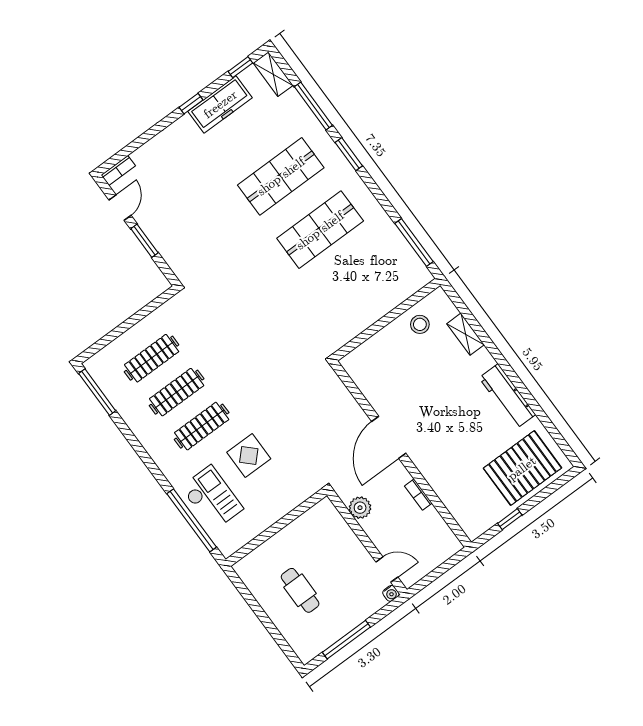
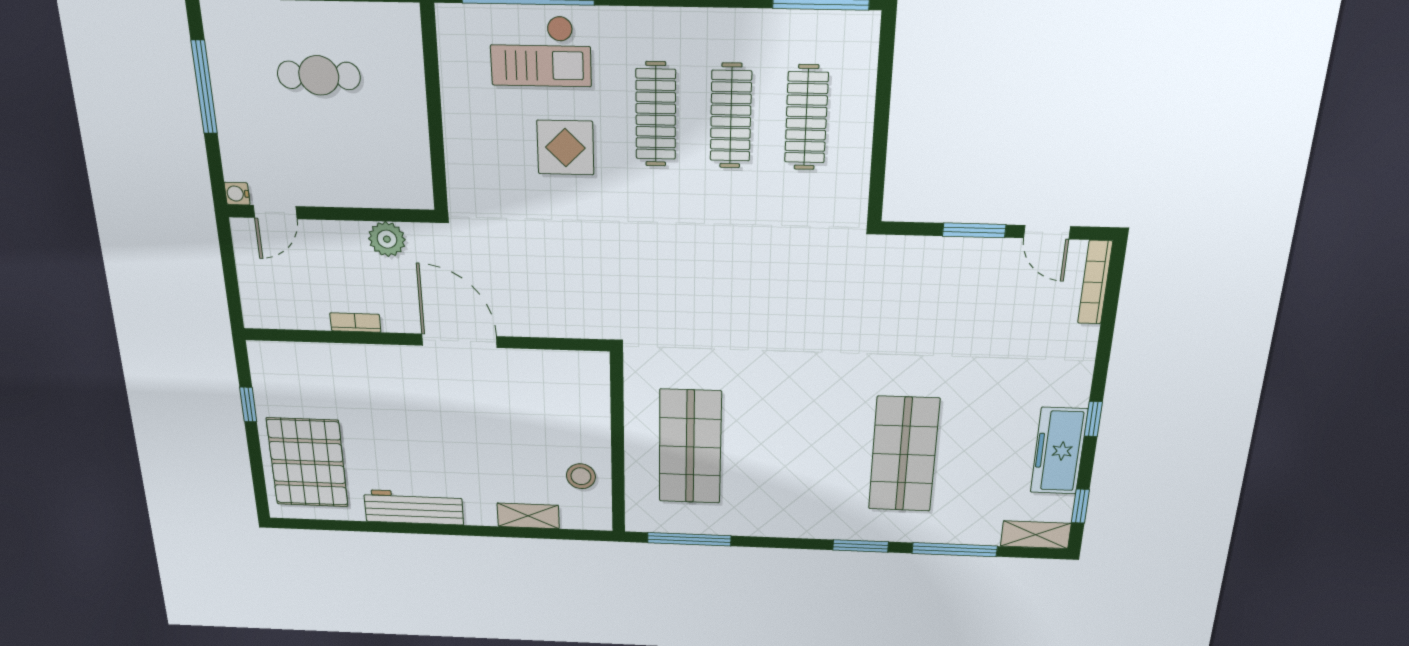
bookcase: (118, 170) -> (1095, 282), width x1.56
shop shelf: (320, 230) -> (690, 447), moved

